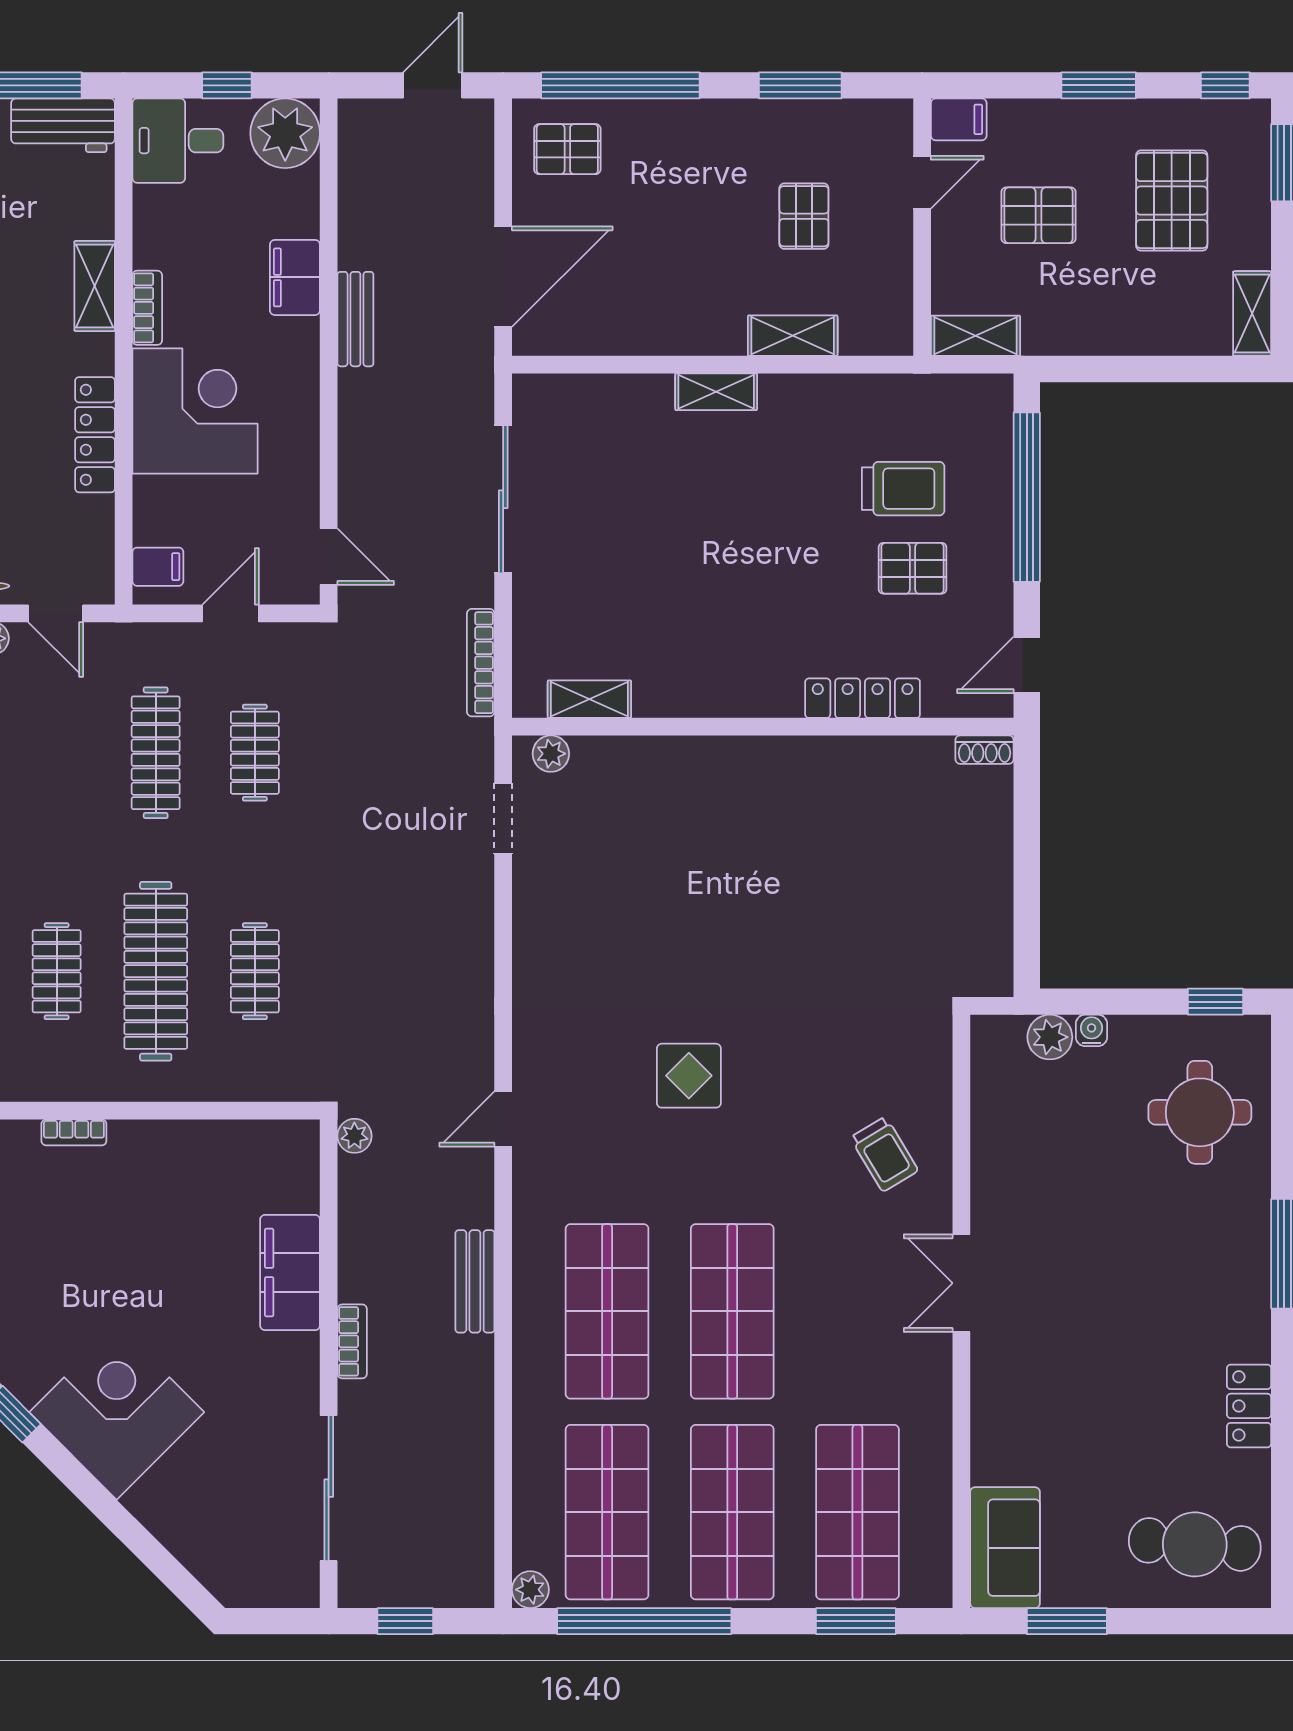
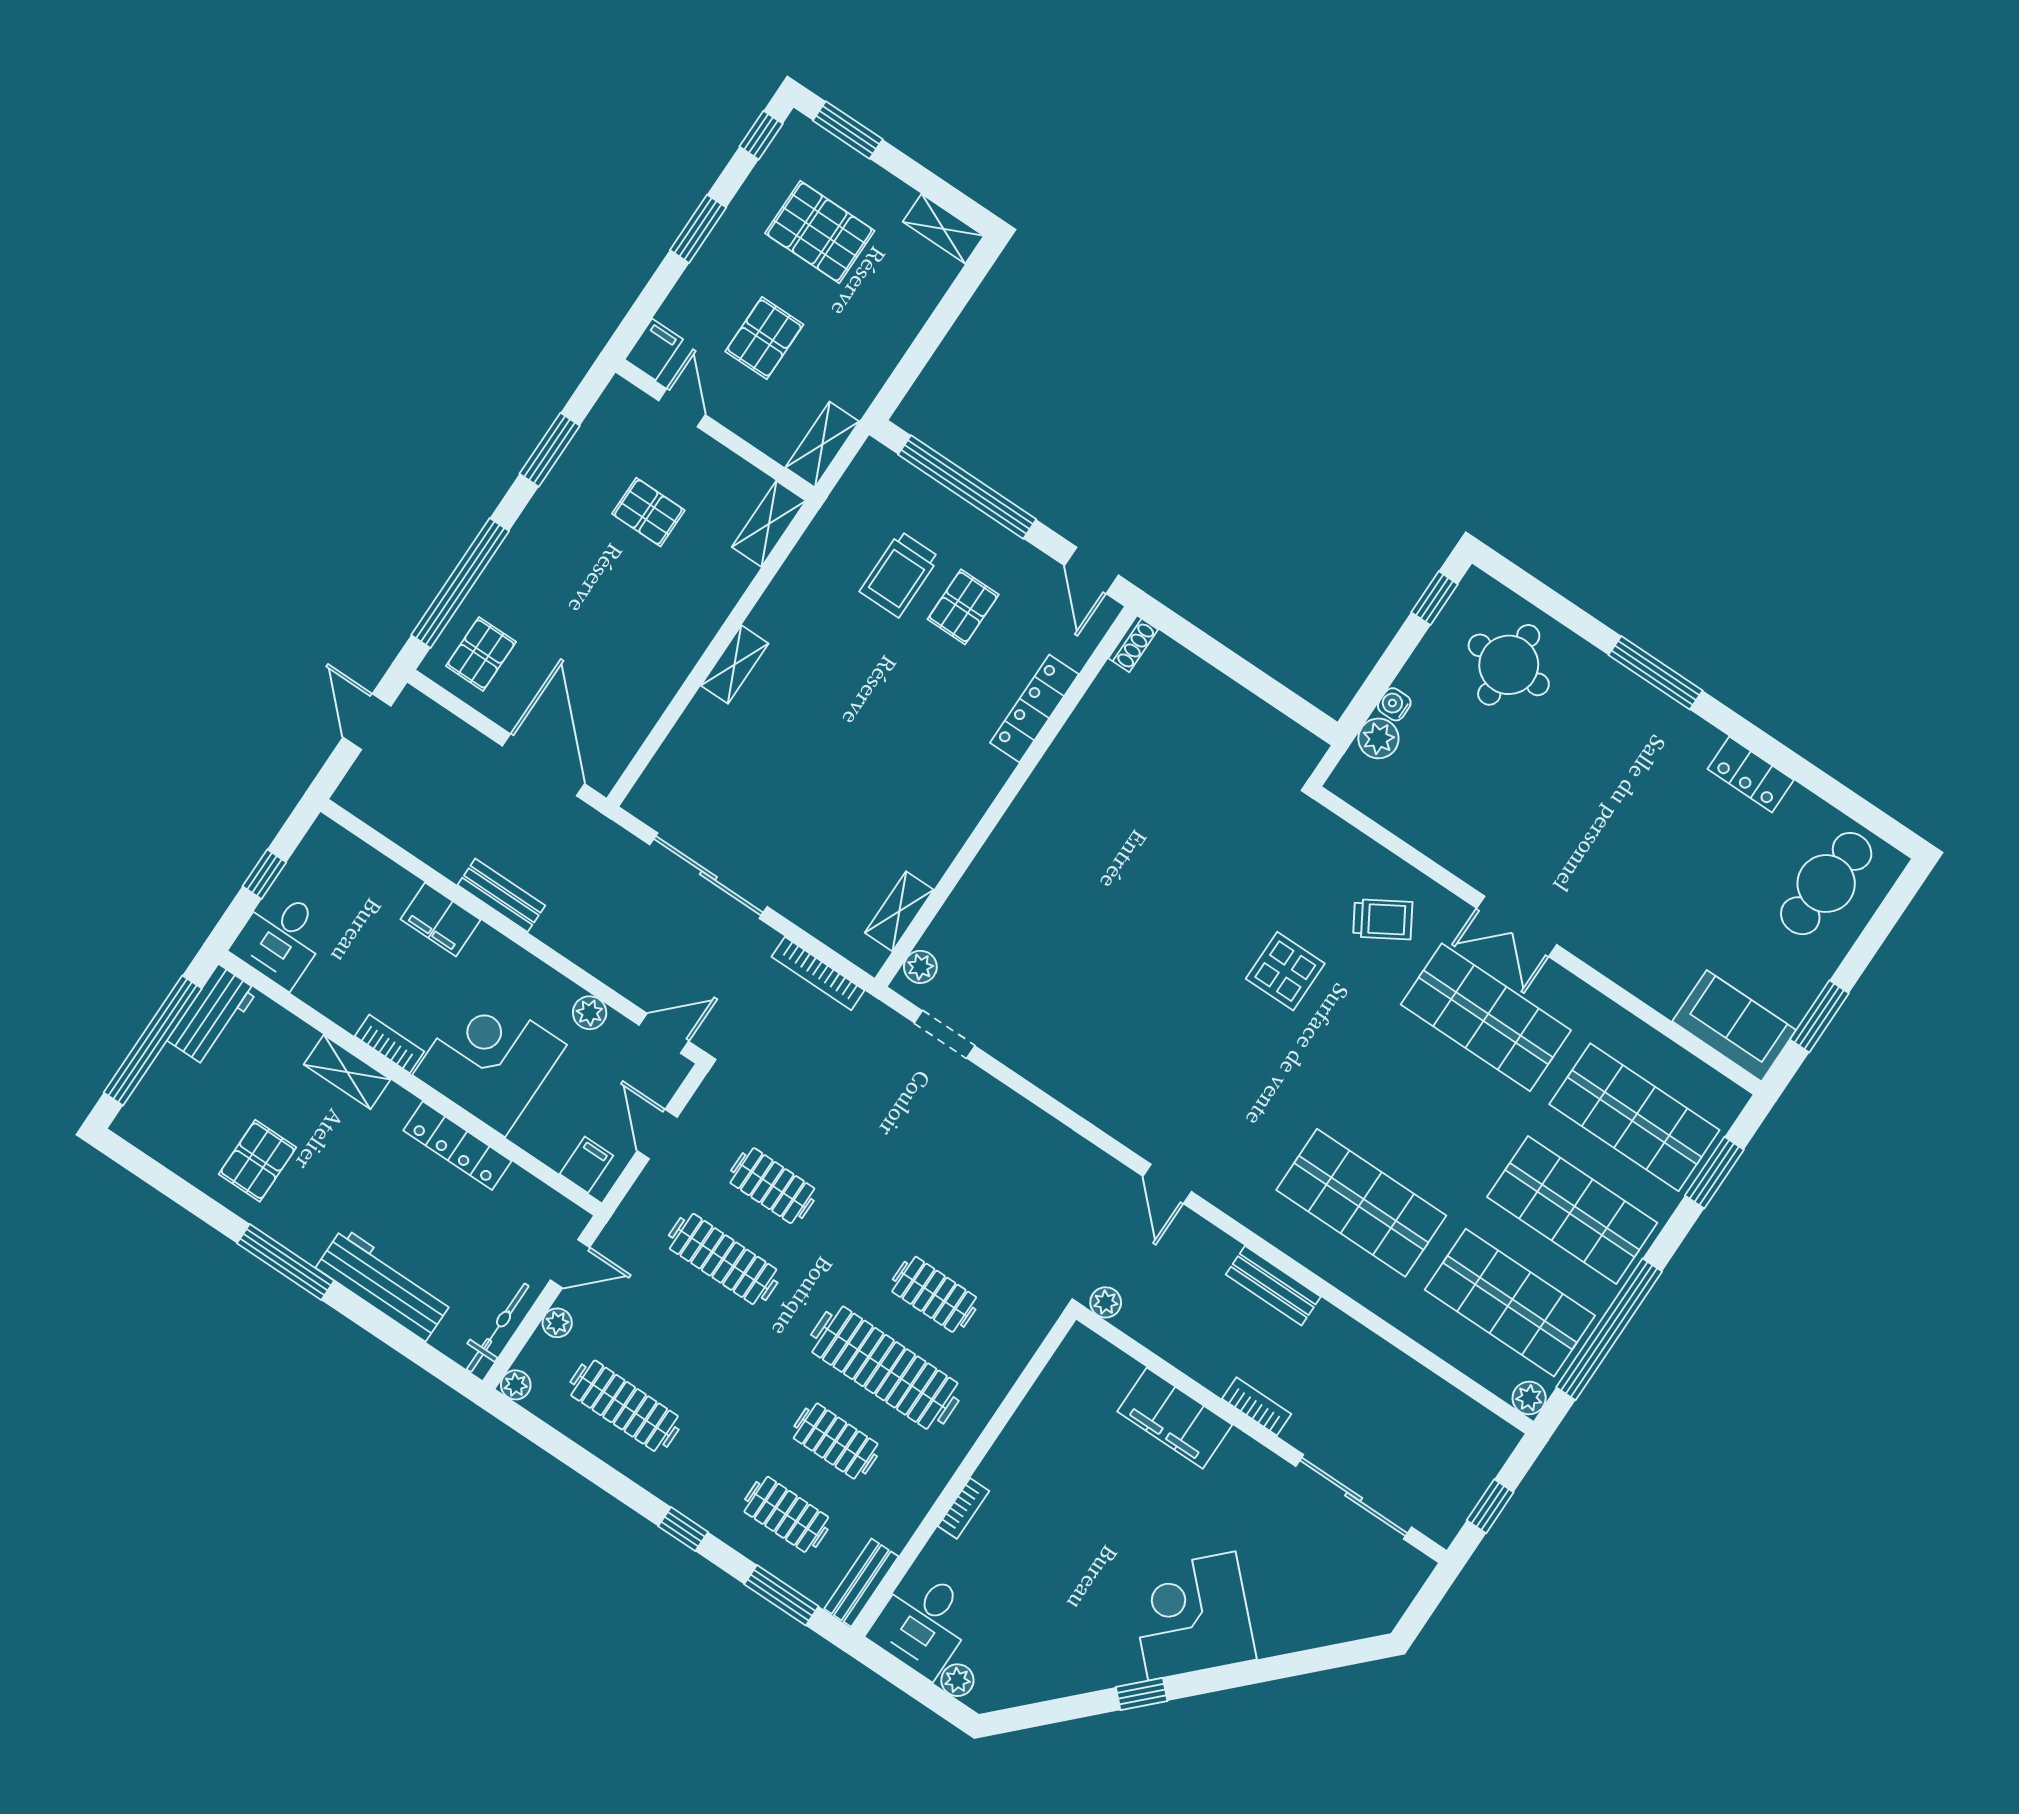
plant: (285, 133) -> (590, 1013), moved, width x0.53, depth x0.53
shelving: (793, 336) -> (769, 524), moved
trolley: (903, 489) -> (899, 574), turned 180
display table: (689, 1076) -> (1285, 971), moved
shop shelf: (732, 1311) -> (1486, 1017), moved

